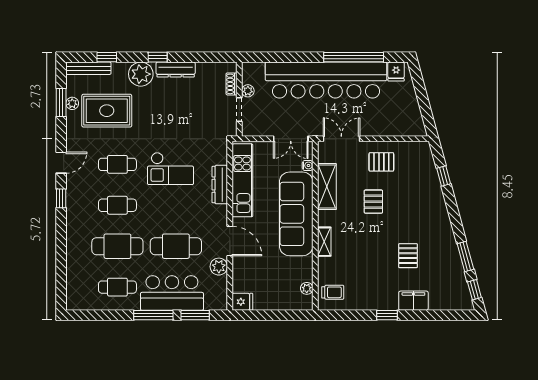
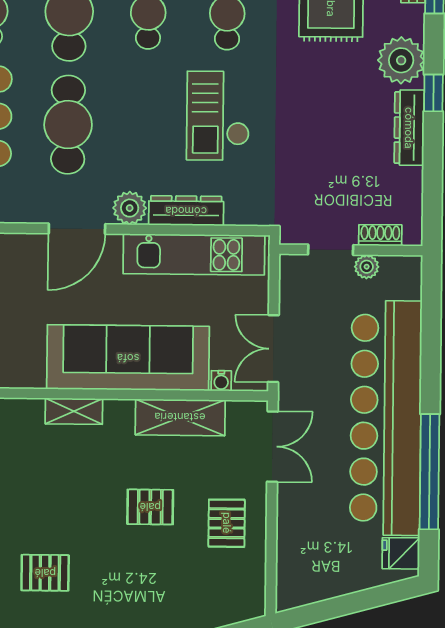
plant: (219, 267) -> (130, 208), moved

